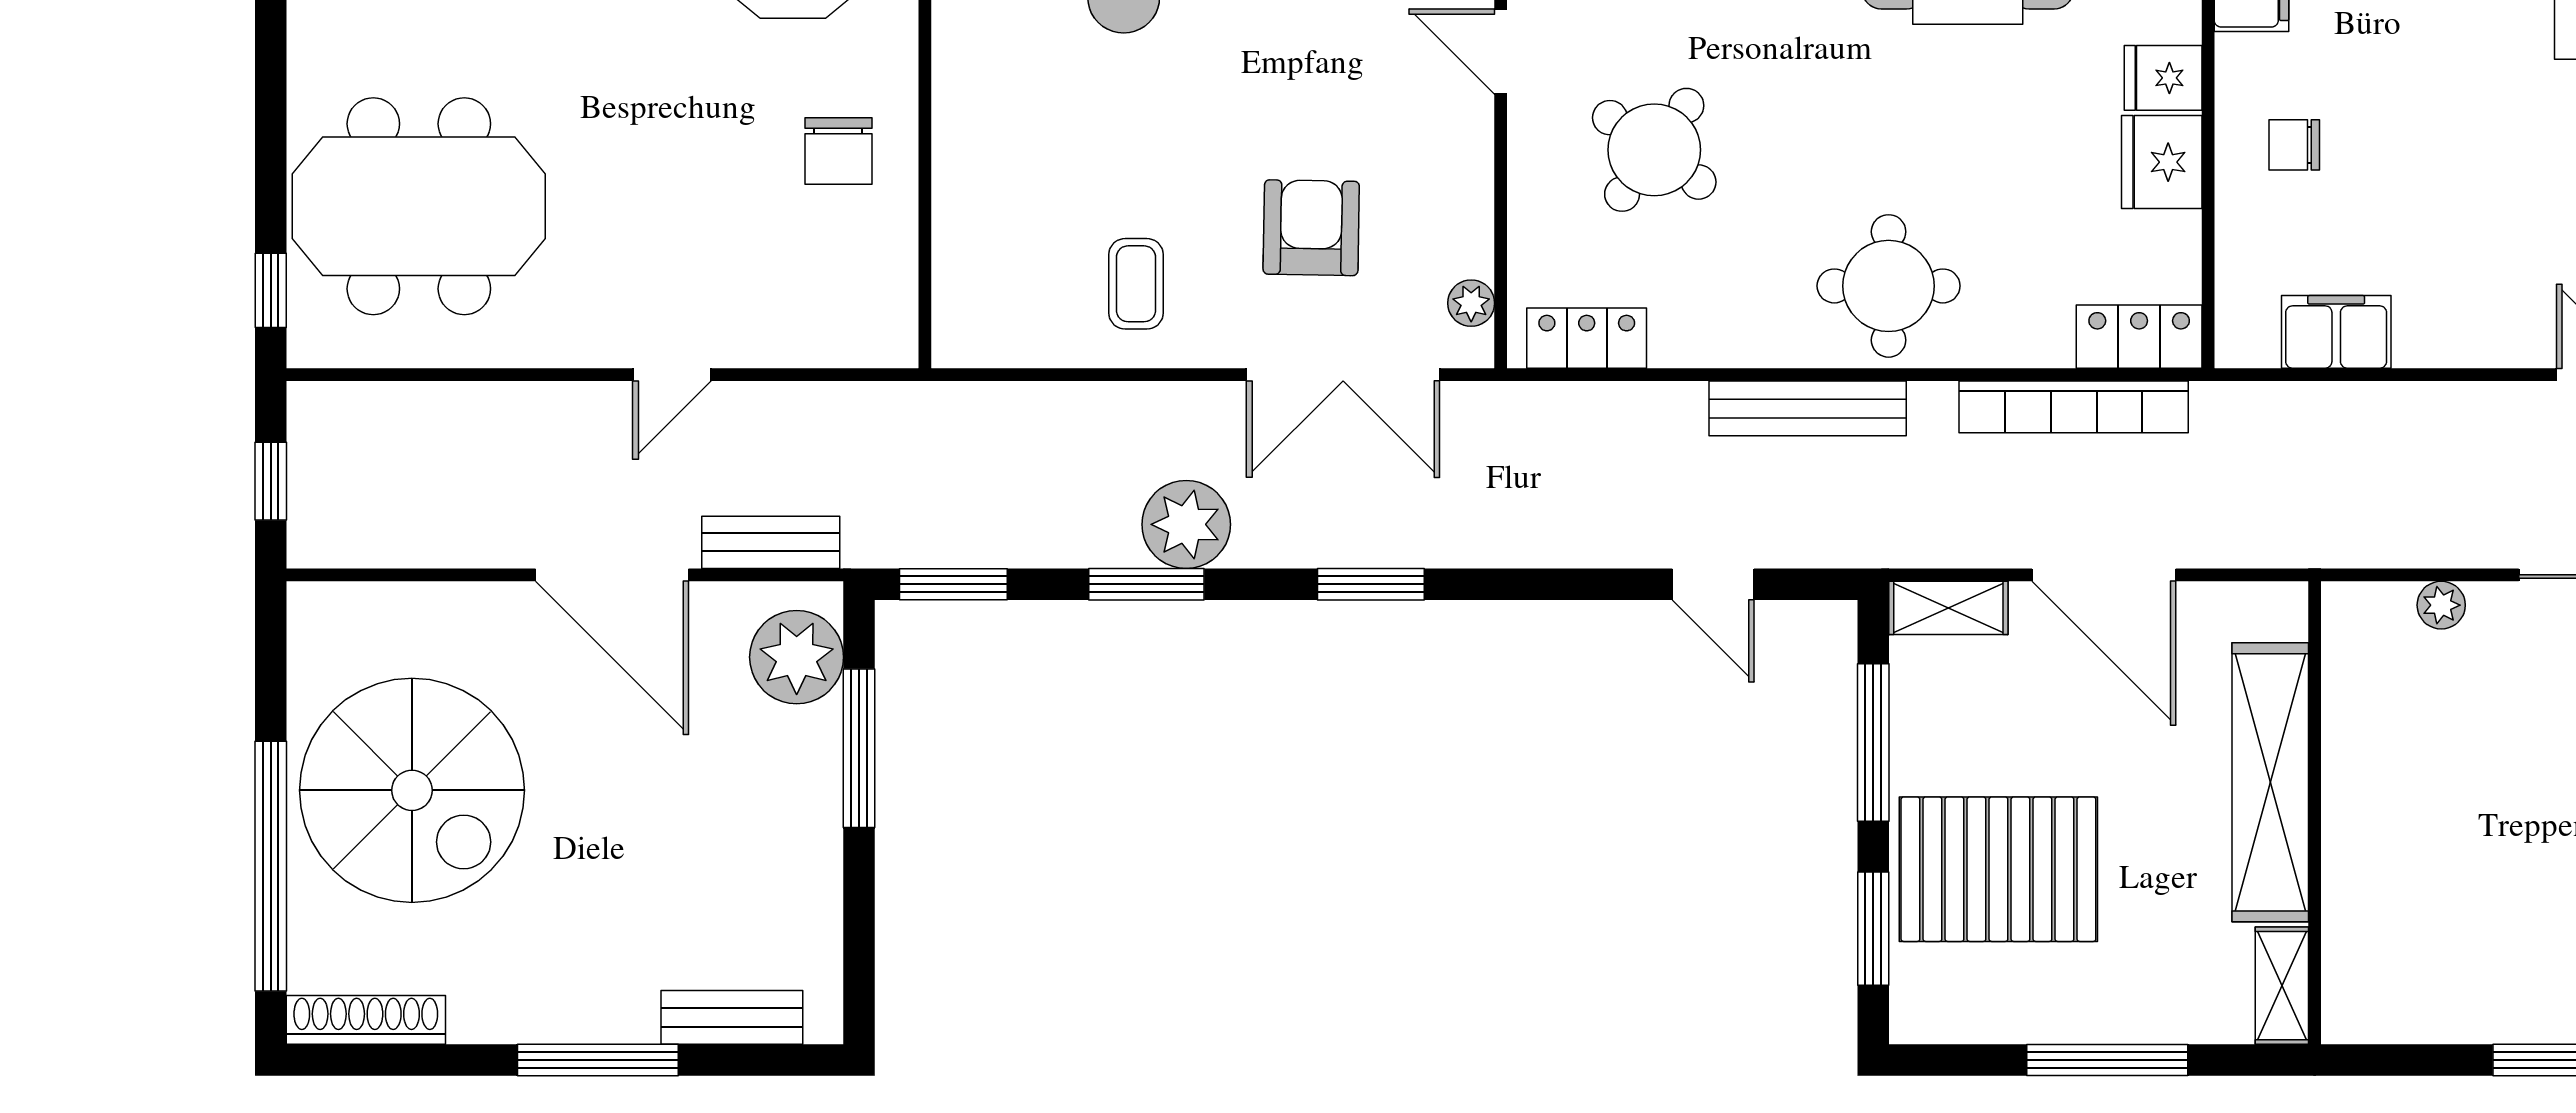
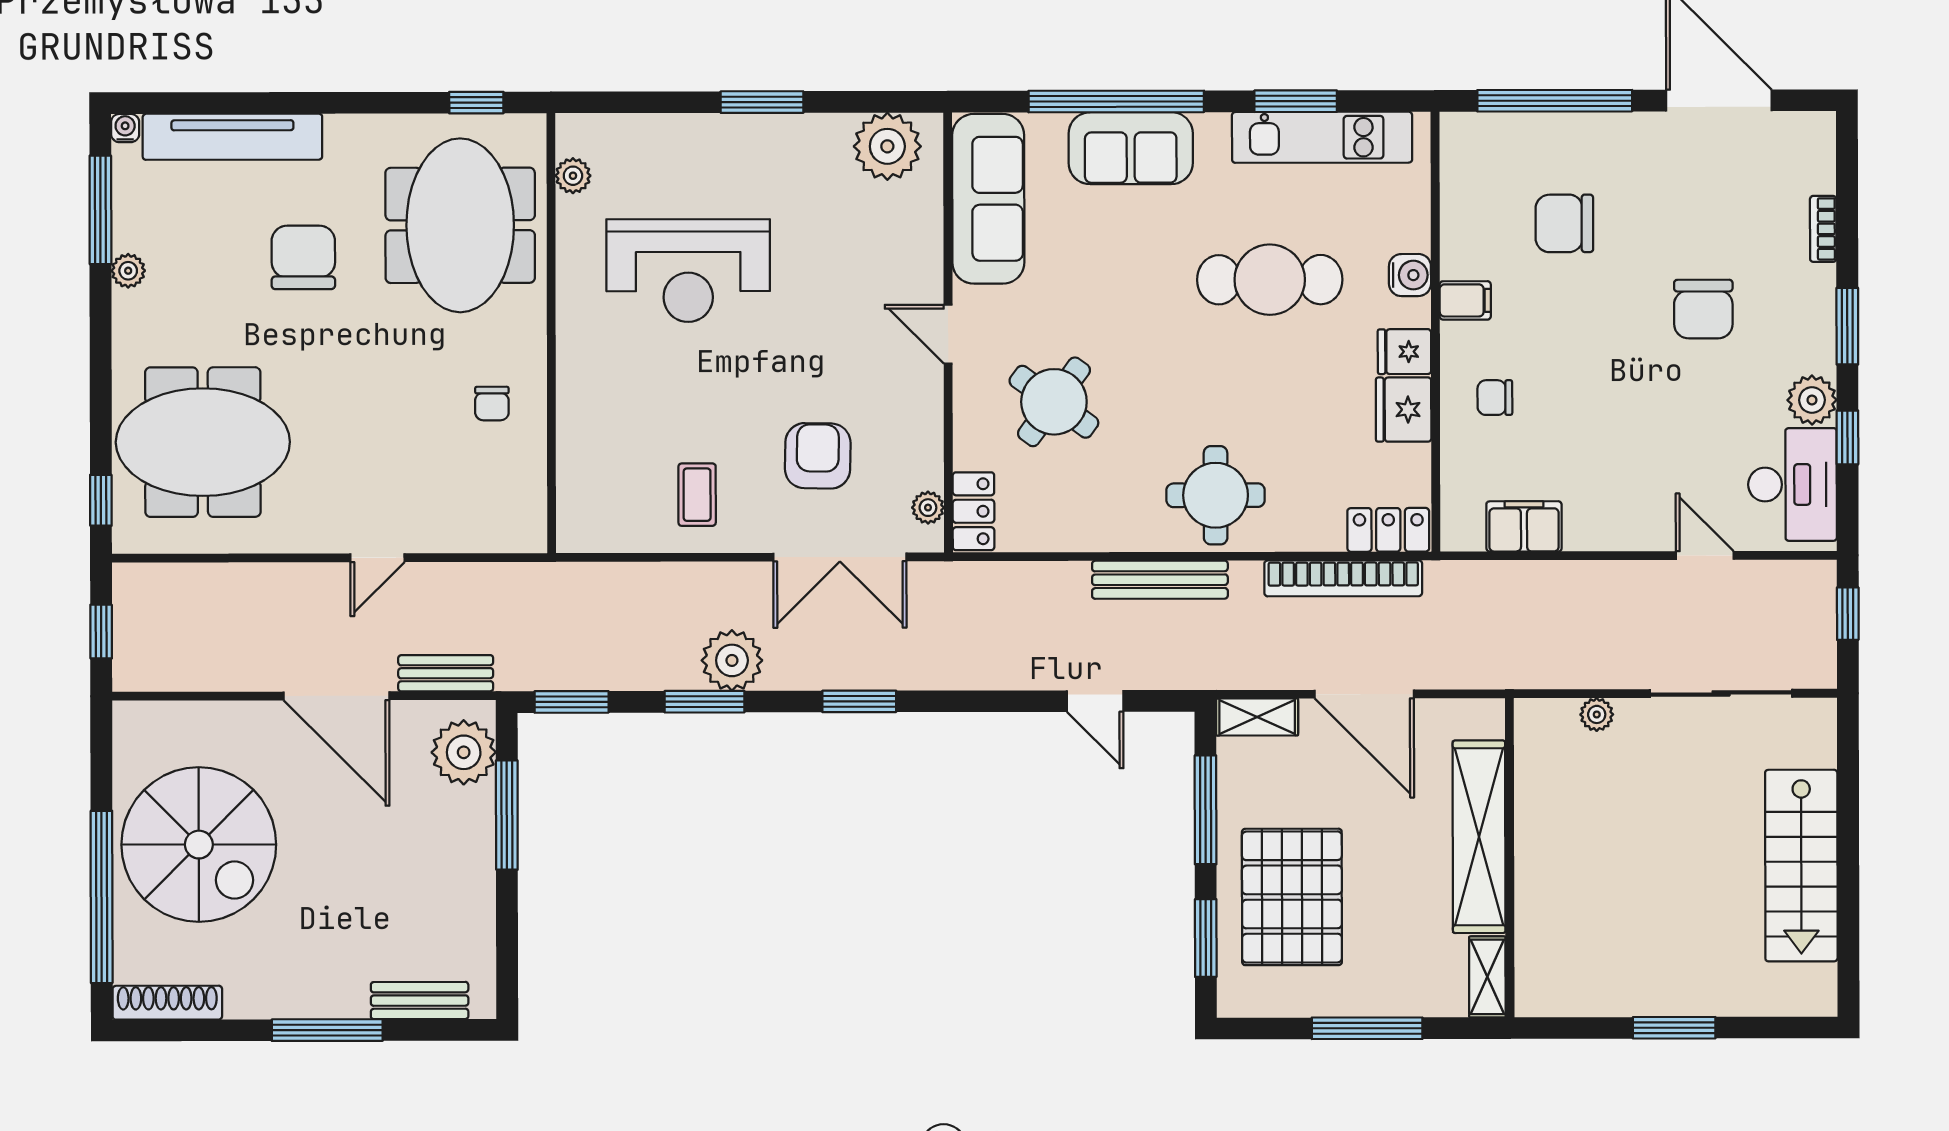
chair: (838, 151) -> (492, 404), width x0.73, depth x0.73
locker: (1587, 338) -> (973, 511), moved, turned 90
pallet: (1998, 869) -> (1292, 897), turned 90

